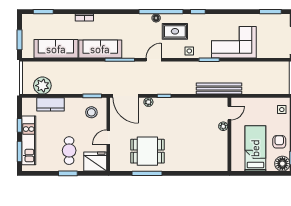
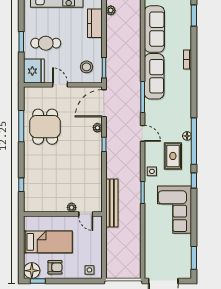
corner sofa: (234, 42) -> (175, 210), moved, turned 180
plant: (42, 86) -> (111, 10), width x0.53, depth x0.53
window: (202, 173) -> (21, 185), added

